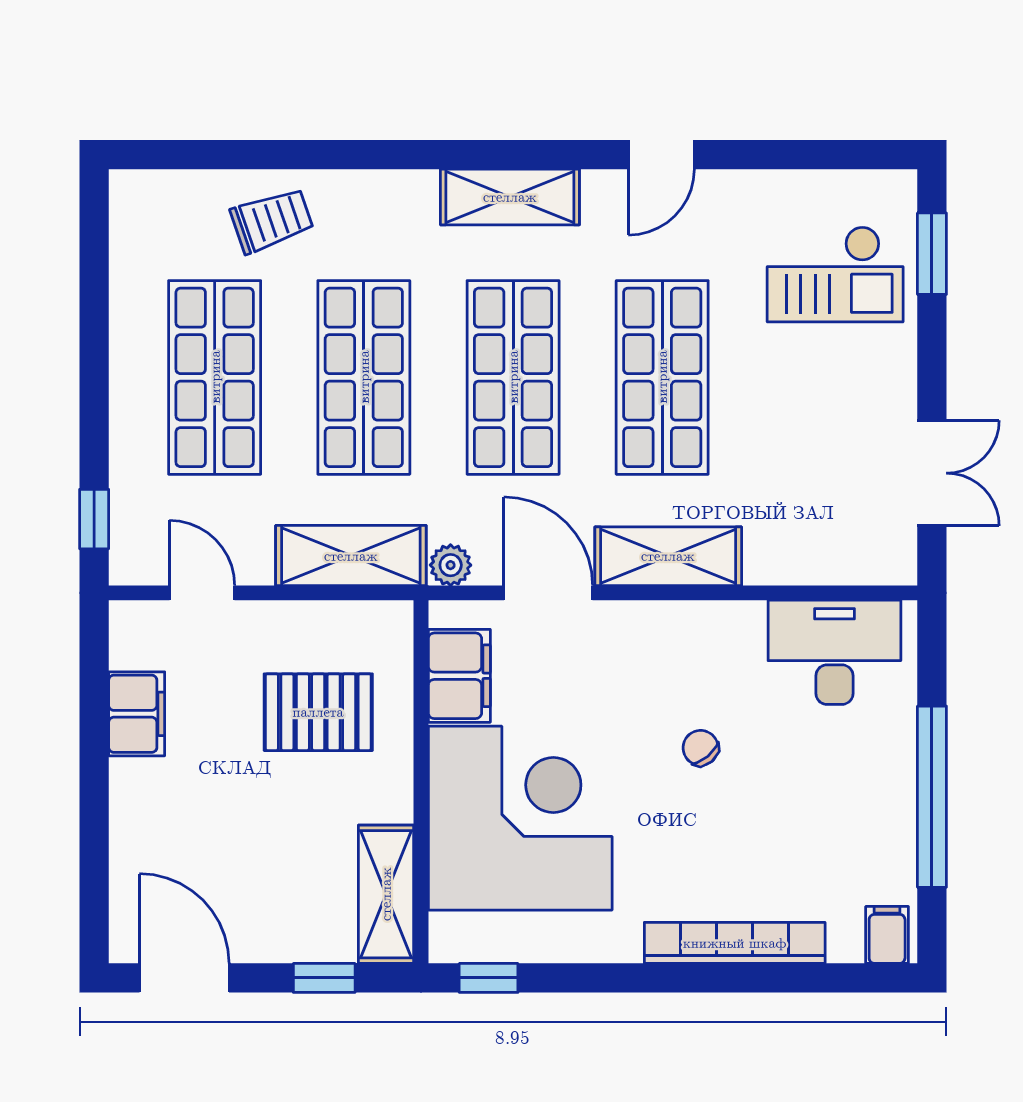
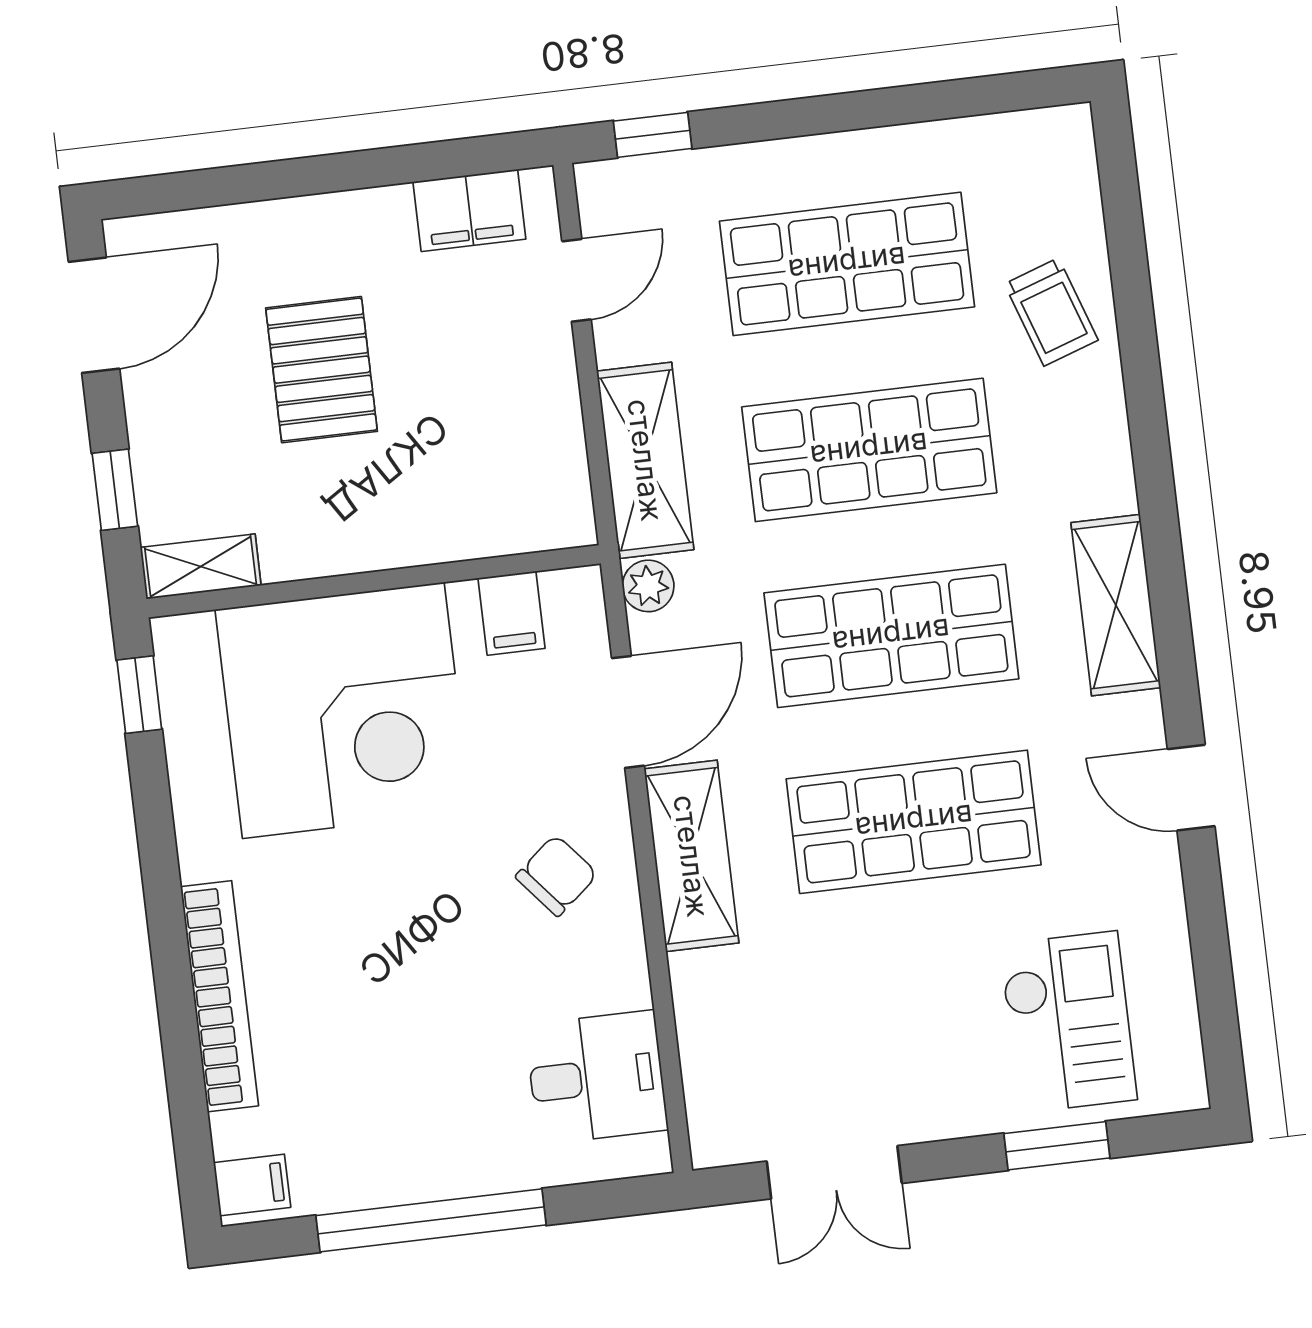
window: (932, 254) -> (1057, 1146), moved
checkout: (835, 274) -> (1068, 1022), turned 180
desk: (834, 652) -> (597, 1077), width x0.73
filing cabinet: (459, 676) -> (512, 613), width x0.50
pallet: (318, 712) -> (322, 370), moved
filing cabinet: (137, 714) -> (469, 210), moved
chair: (701, 748) -> (557, 875), moved, width x1.37, depth x1.37
shelving: (386, 894) -> (201, 567), width x0.67, depth x0.75

